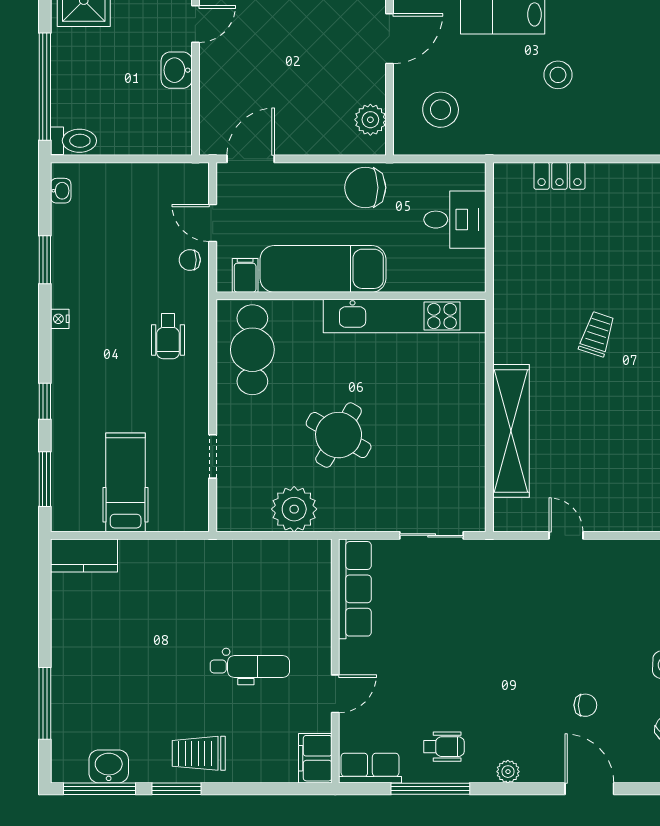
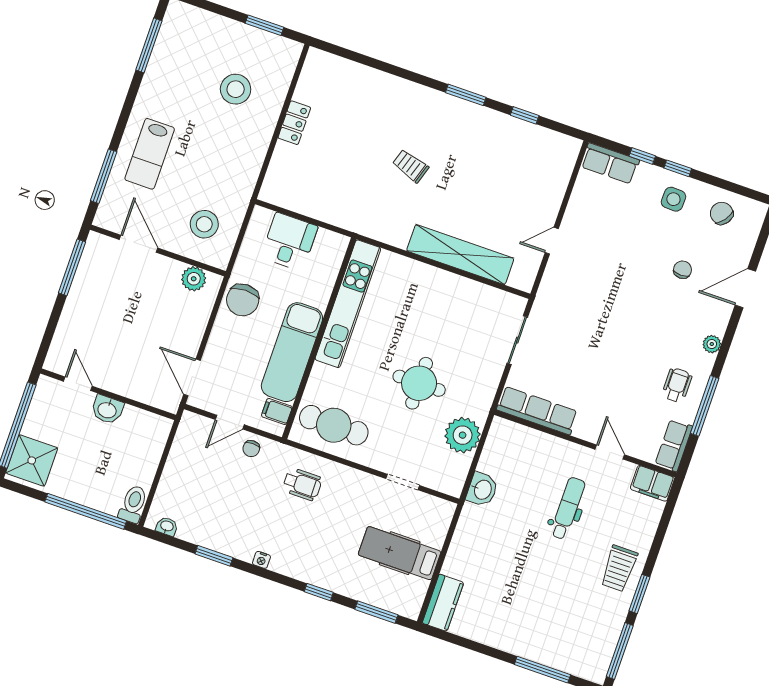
stool: (558, 75) -> (236, 89), moved, width x1.38, depth x1.38
locker: (559, 176) -> (294, 123), moved
round table: (339, 435) -> (419, 383), turned -30
washbasin: (109, 766) -> (482, 489), moved, turned 180

